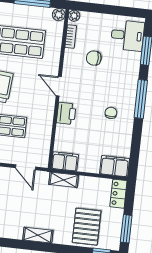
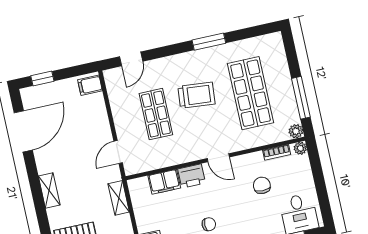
door: (59, 86) -> (218, 158), swing flipped
filing cabinet: (65, 161) -> (164, 182), moved, turned 90

